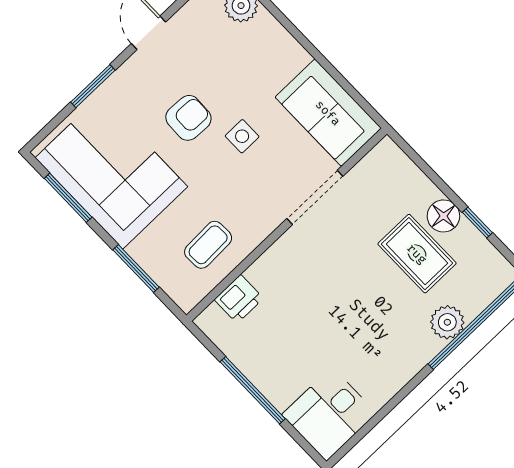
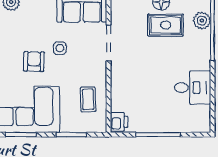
printer: (239, 299) -> (119, 122), moved
plant: (447, 322) -> (202, 21), moved
desk: (329, 414) -> (193, 88), moved, turned -90

